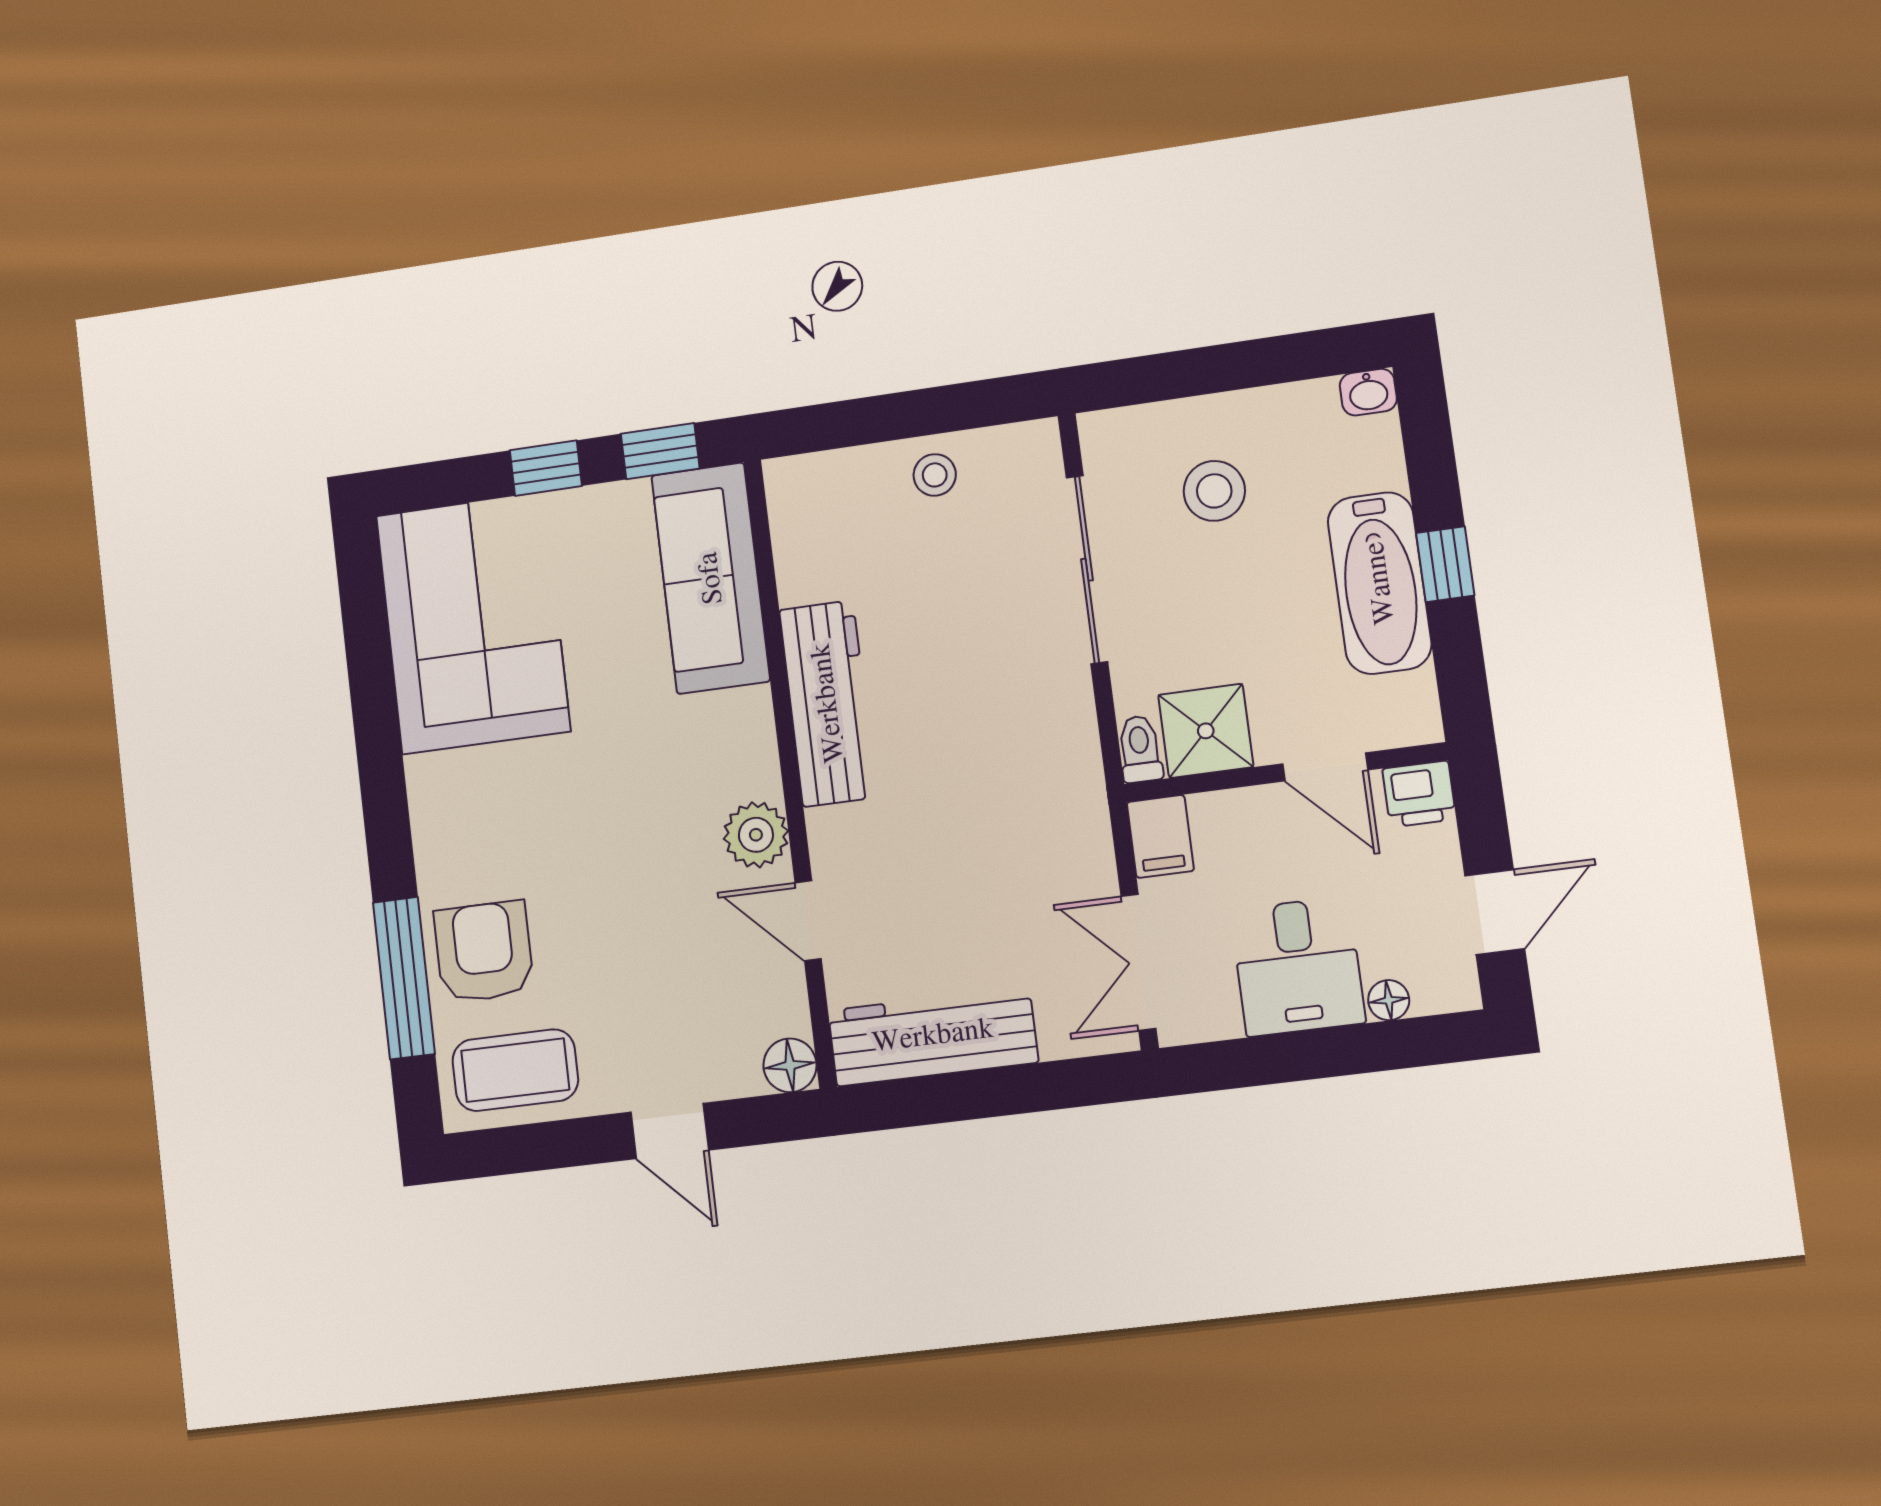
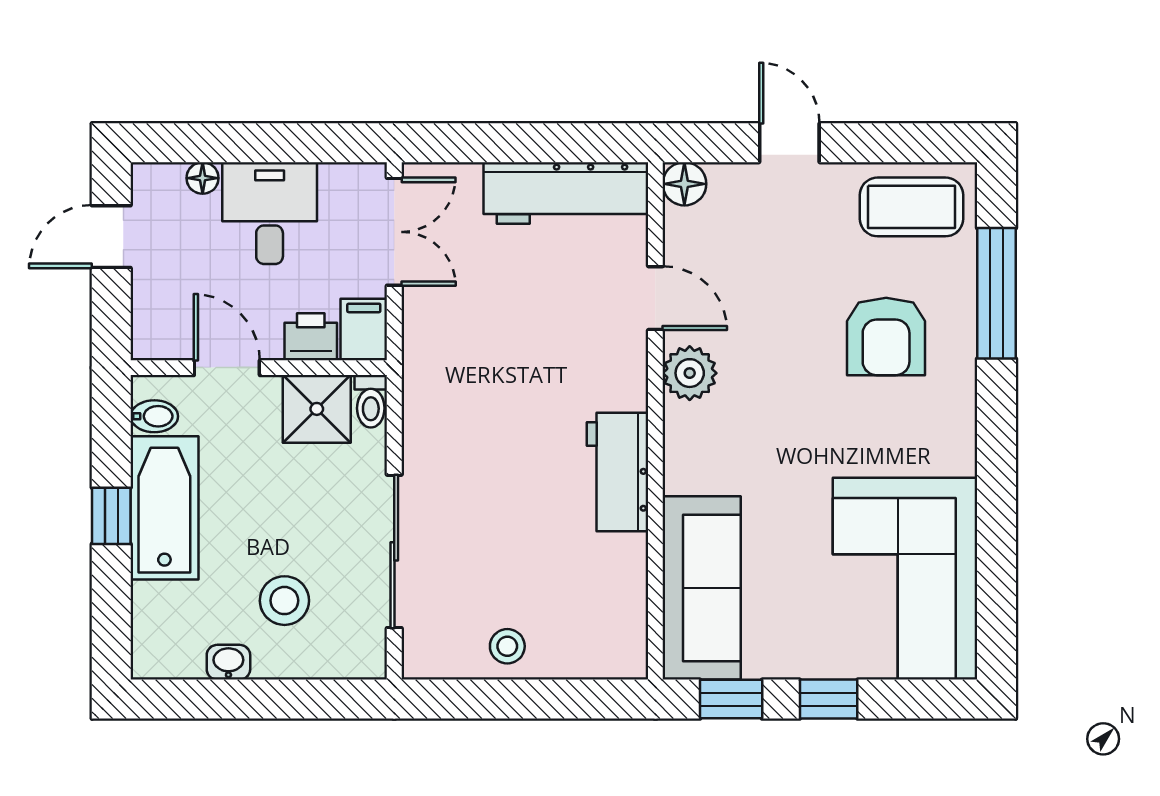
washbasin: (1368, 392) -> (228, 662), moved
bidet: (1408, 695) -> (154, 416), added
workbench: (828, 703) -> (618, 472), width x0.73
printer: (1419, 794) -> (311, 337), moved
armchair: (484, 952) -> (886, 337), moved

